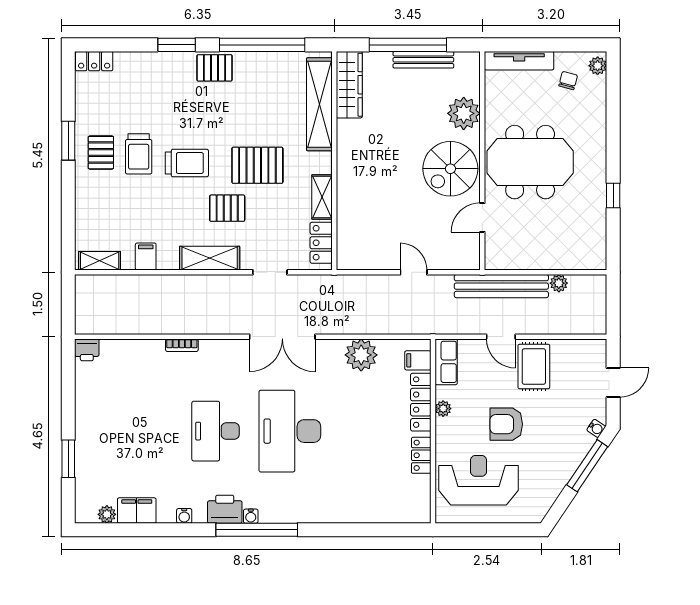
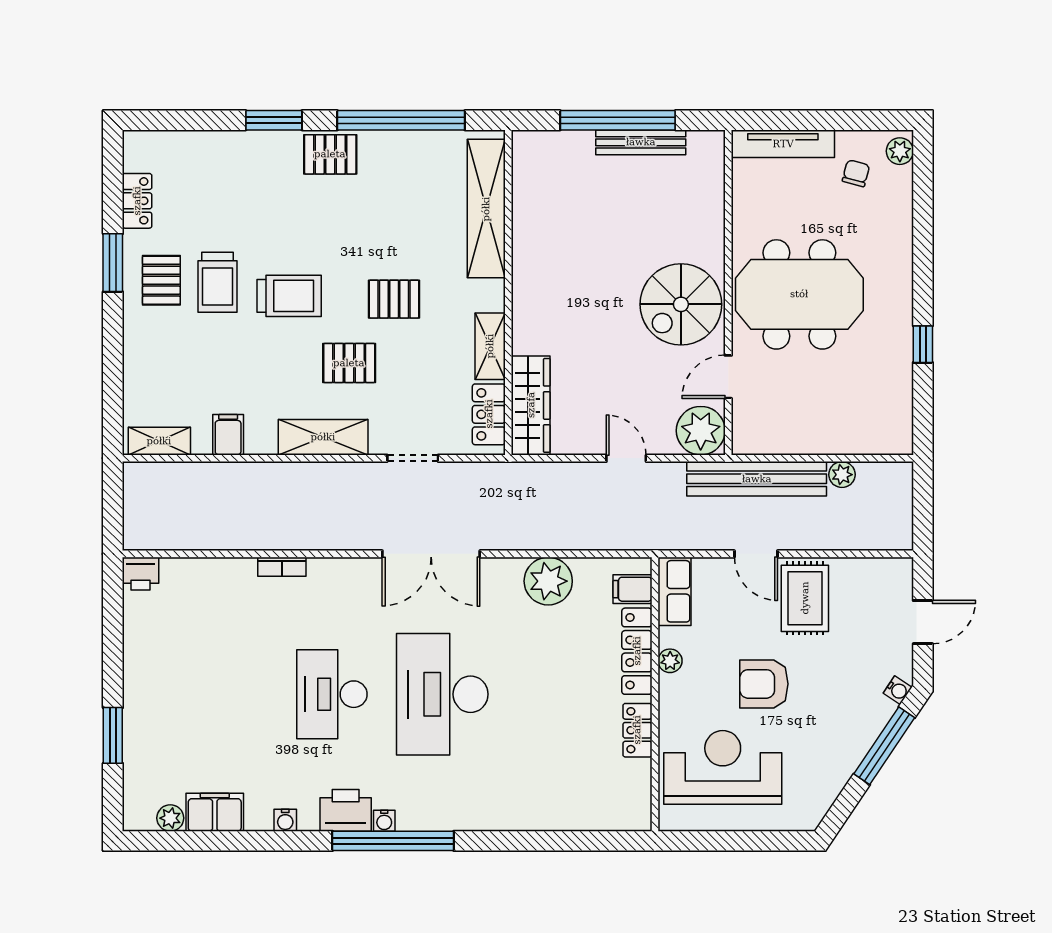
locker: (94, 61) -> (137, 201), moved, turned -90
wardrobe: (349, 85) -> (531, 405), moved
plant: (464, 113) -> (701, 431), moved
pallet: (257, 165) -> (394, 299), width x0.67, depth x0.71

